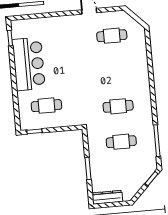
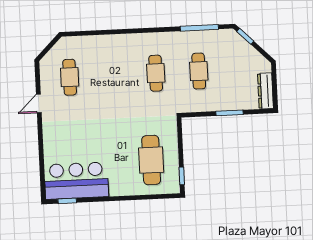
bar counter: (29, 64) -> (76, 181), moved
cafe table: (46, 106) -> (151, 160), width x1.37, depth x1.35

